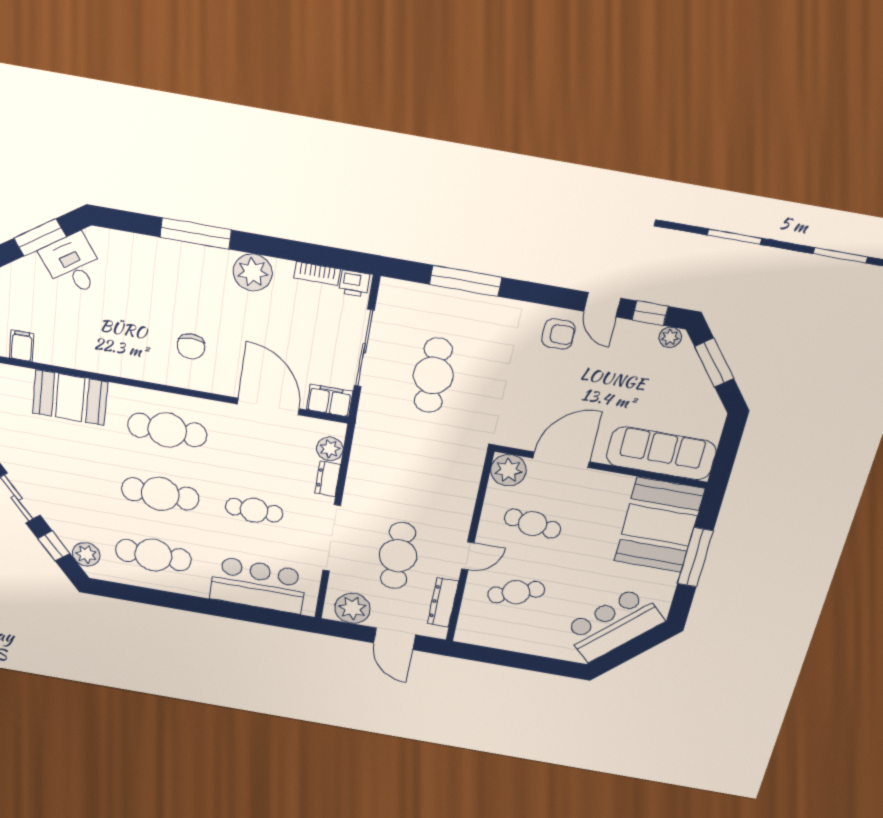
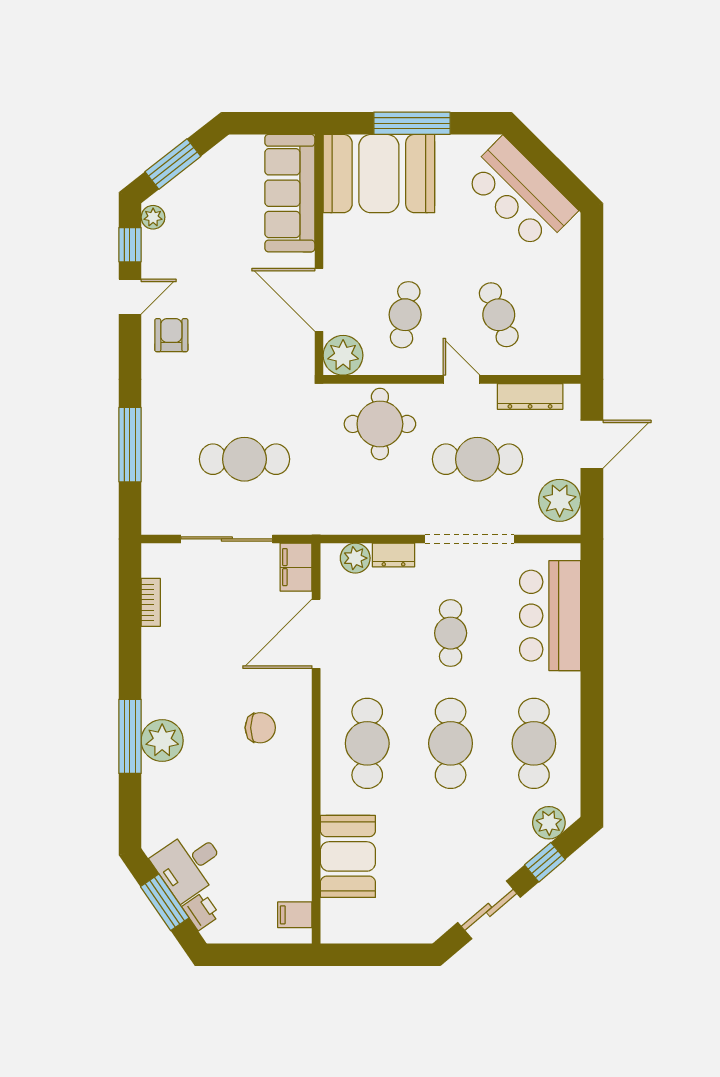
plant: (253, 272) -> (162, 741), moved
printer: (354, 283) -> (201, 911), moved, turned -34
round table: (443, 488) -> (380, 424), added

